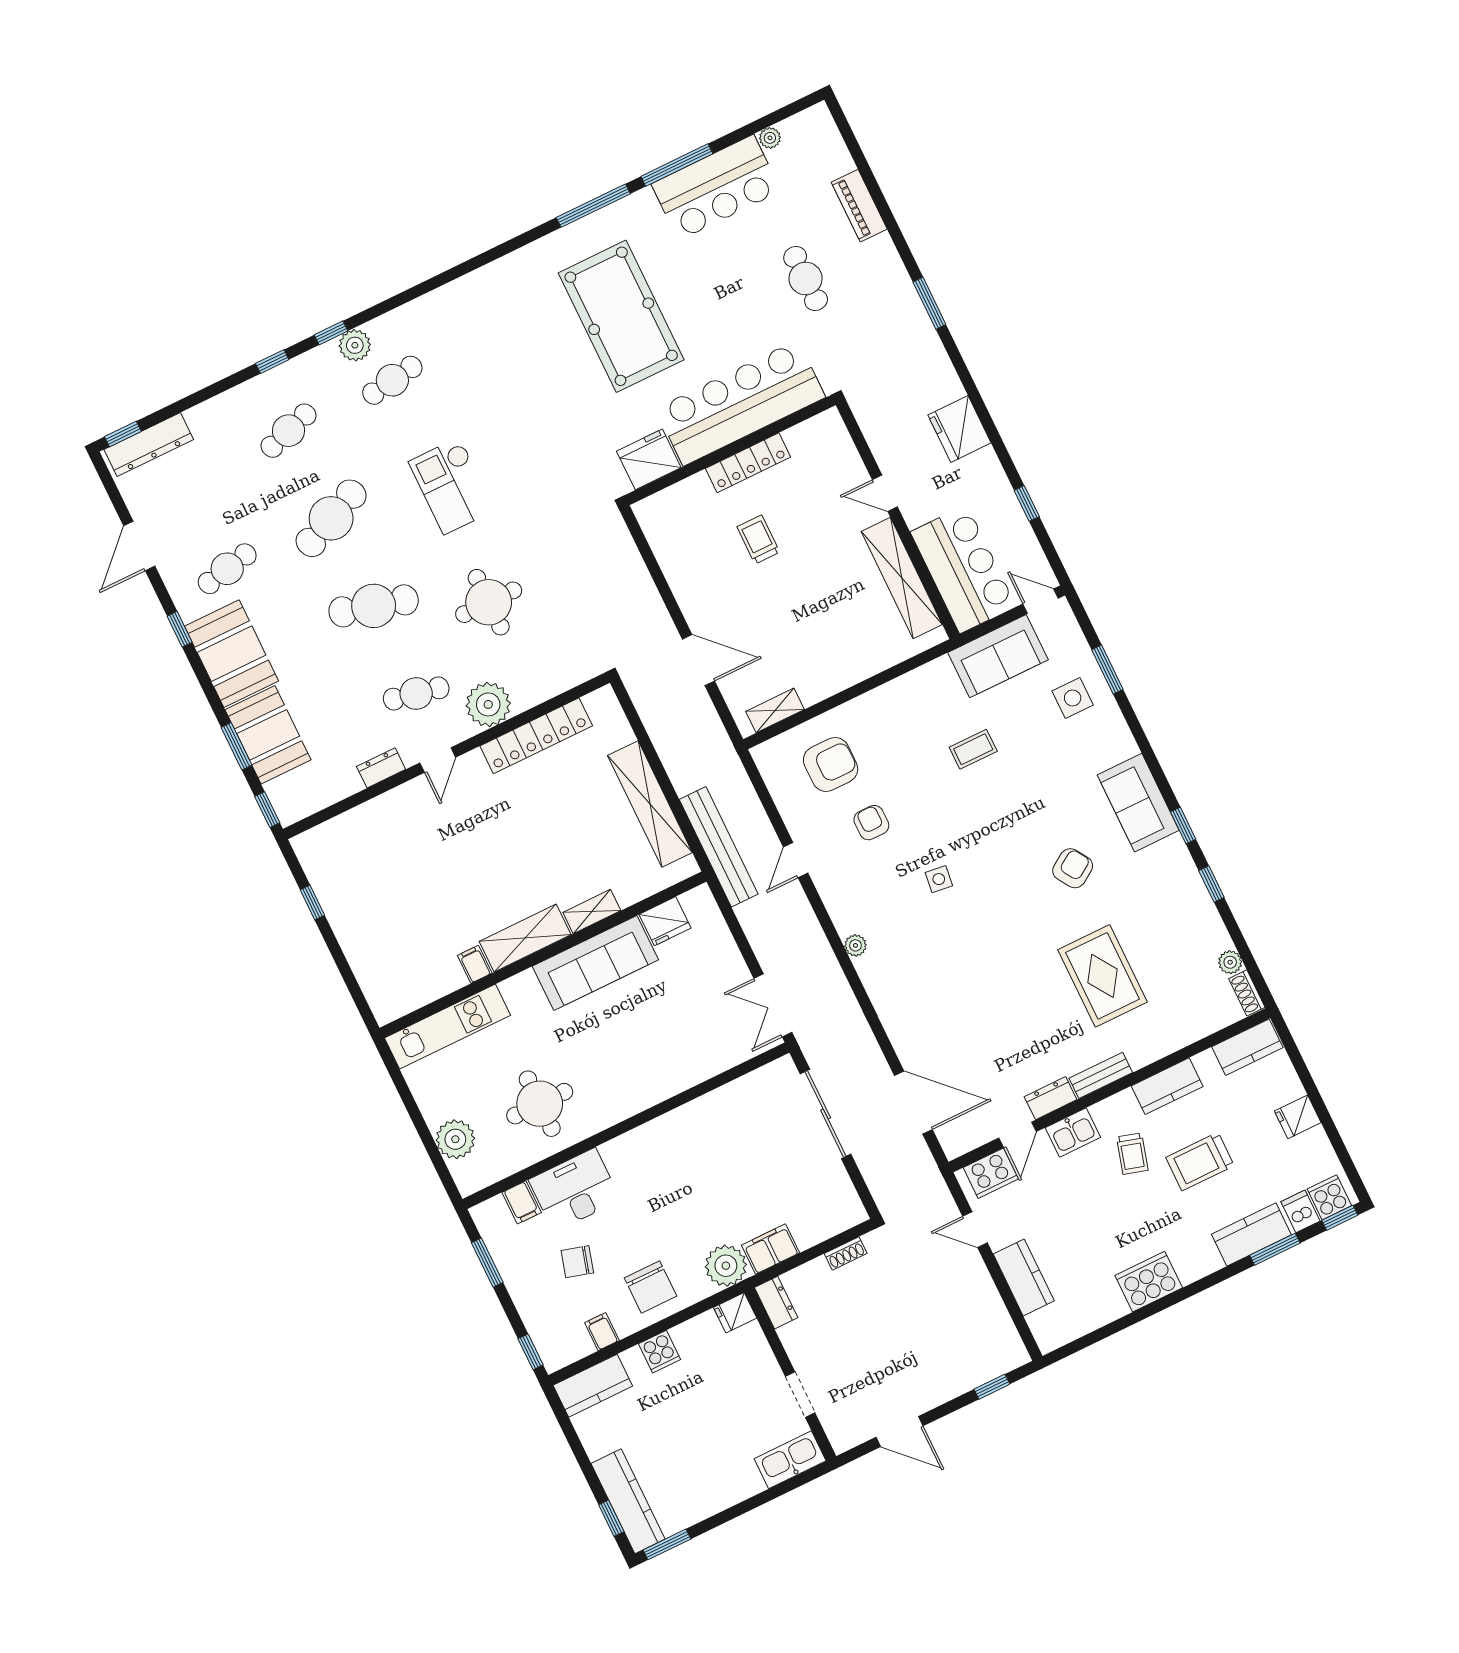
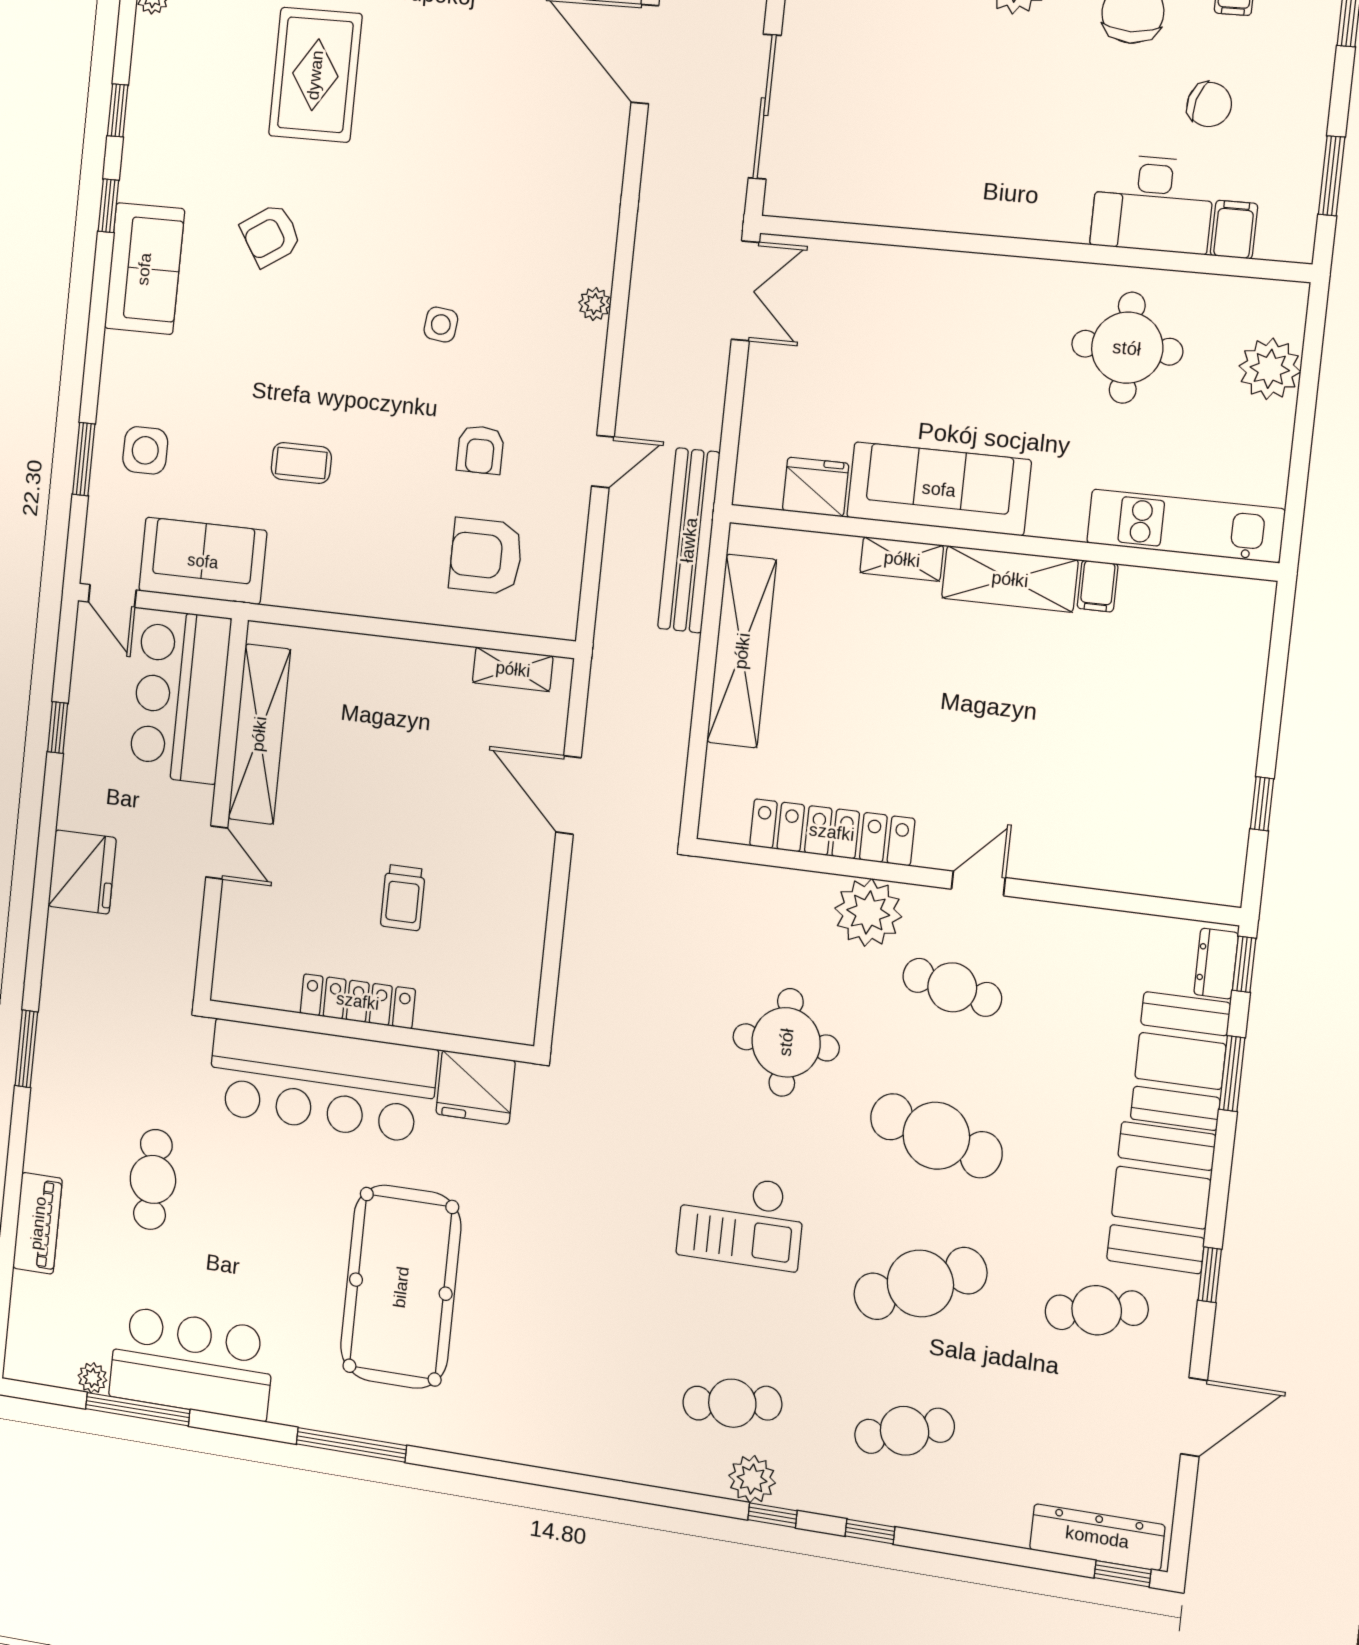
window: (677, 165) -> (138, 1409), moved
checkout: (452, 486) -> (741, 1220), turned 90
dresser: (381, 768) -> (1216, 964), moved, turned 90

